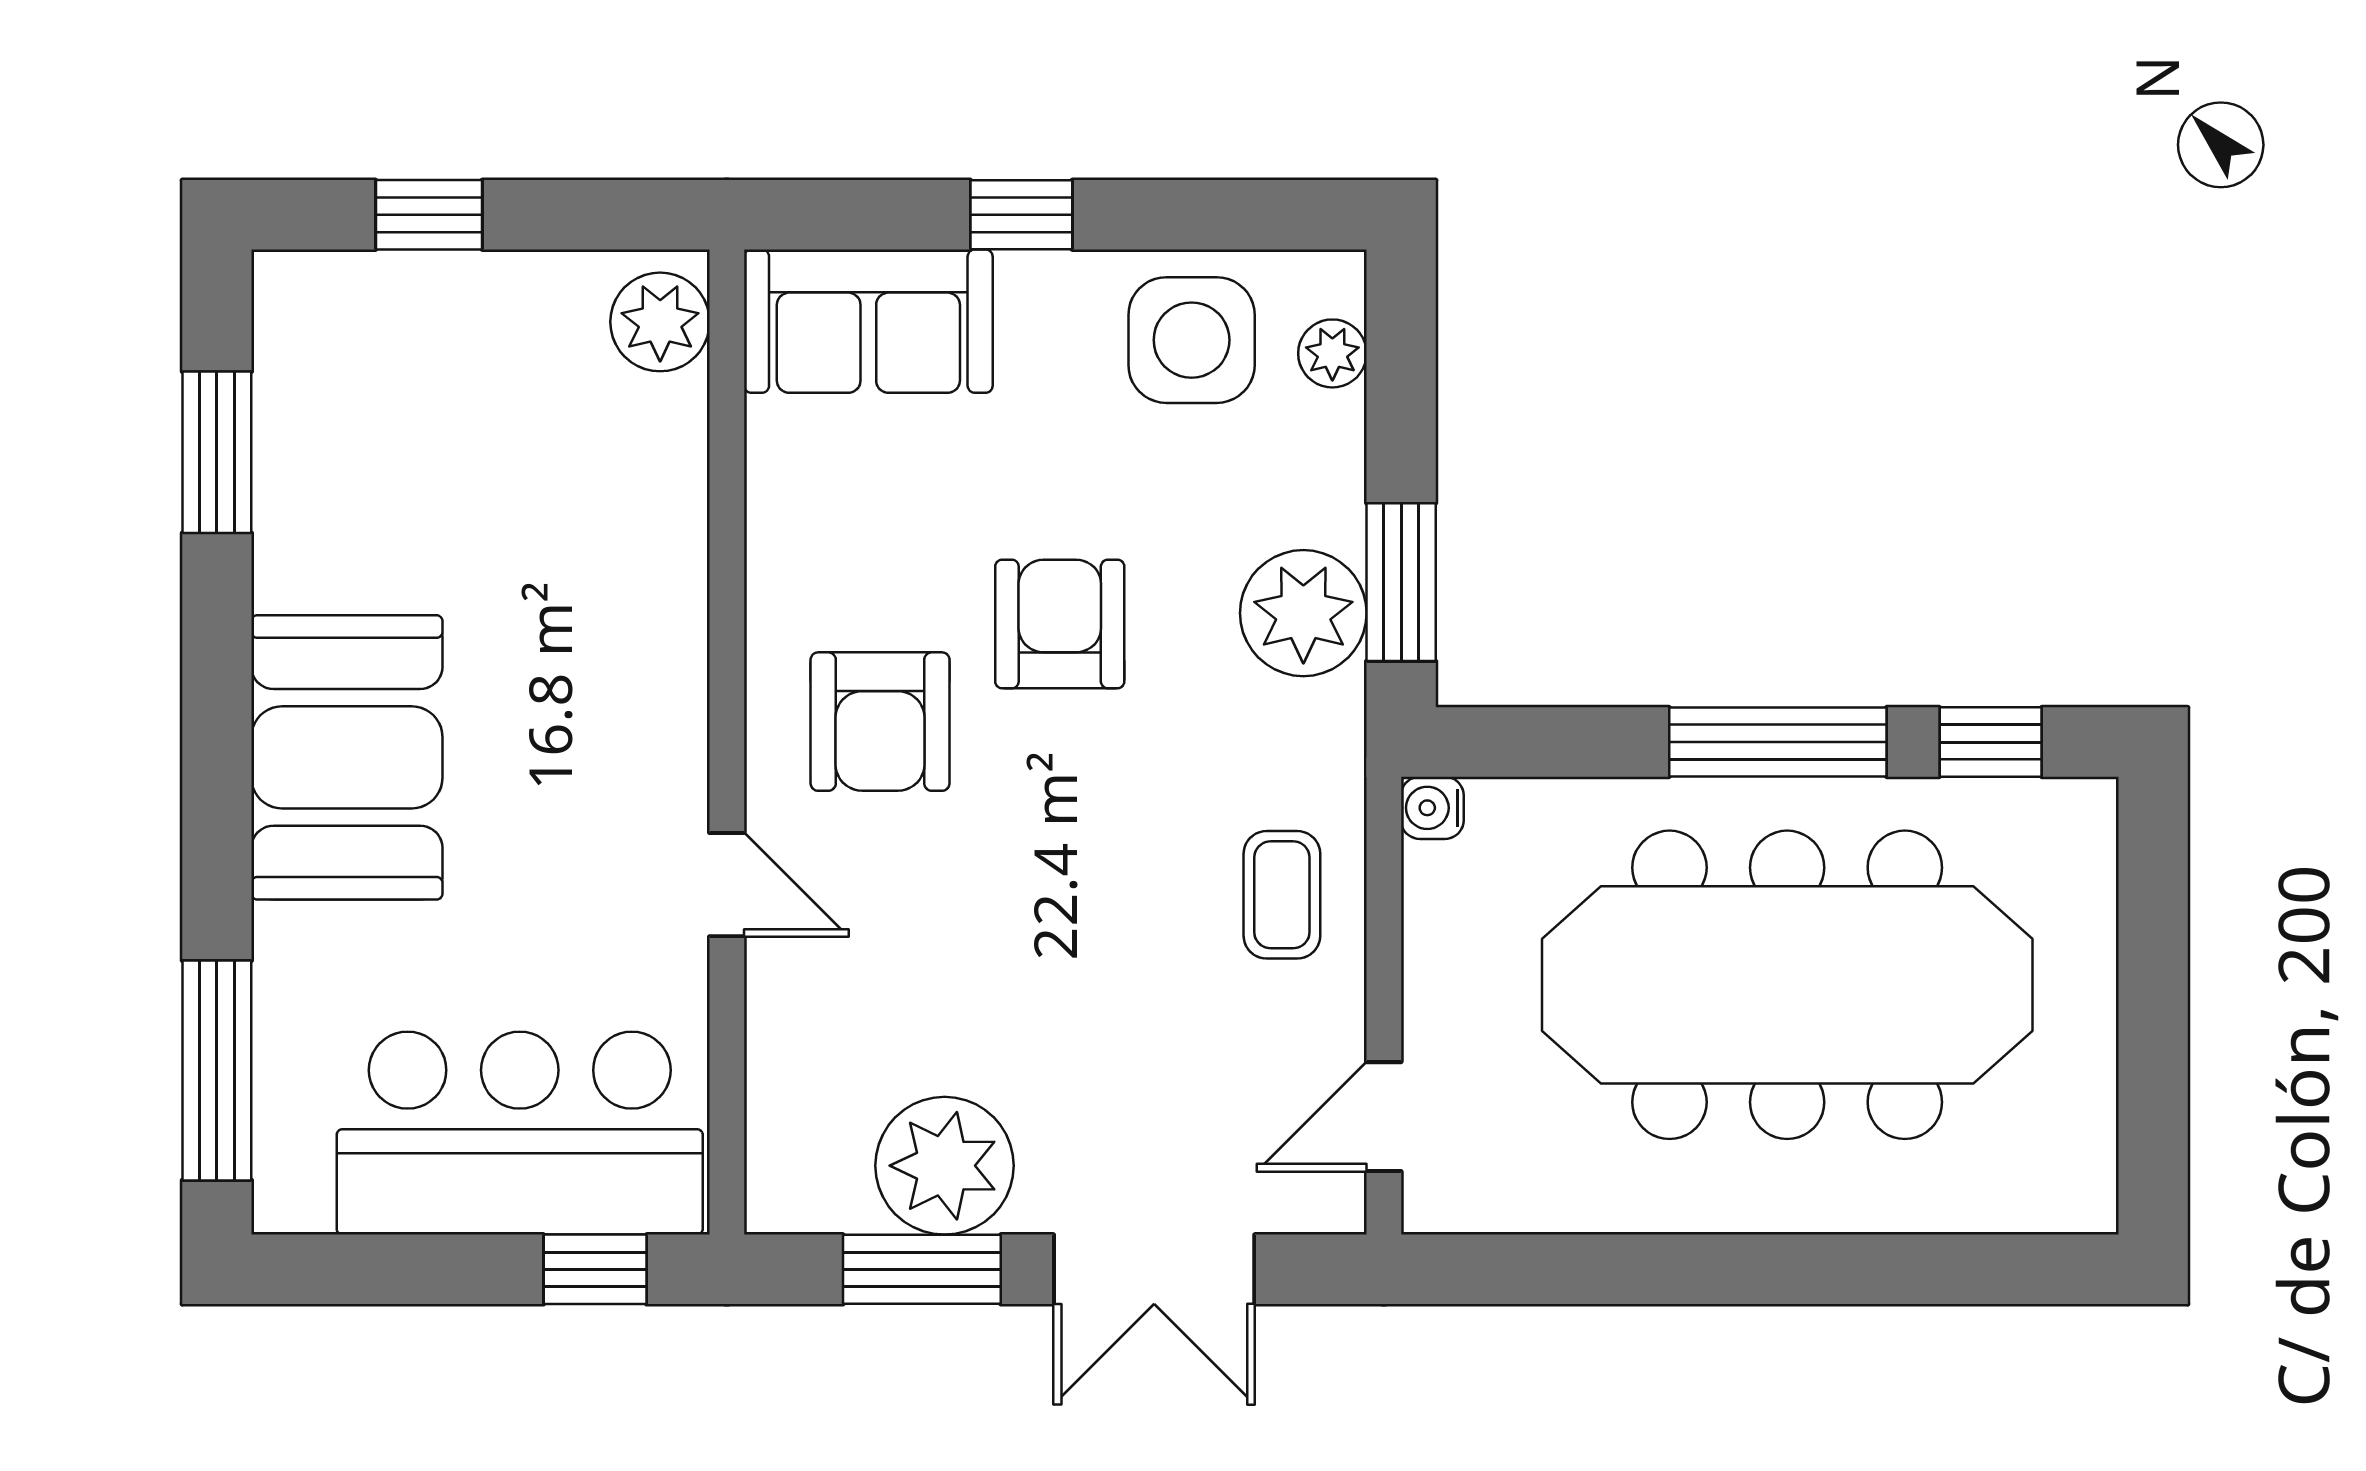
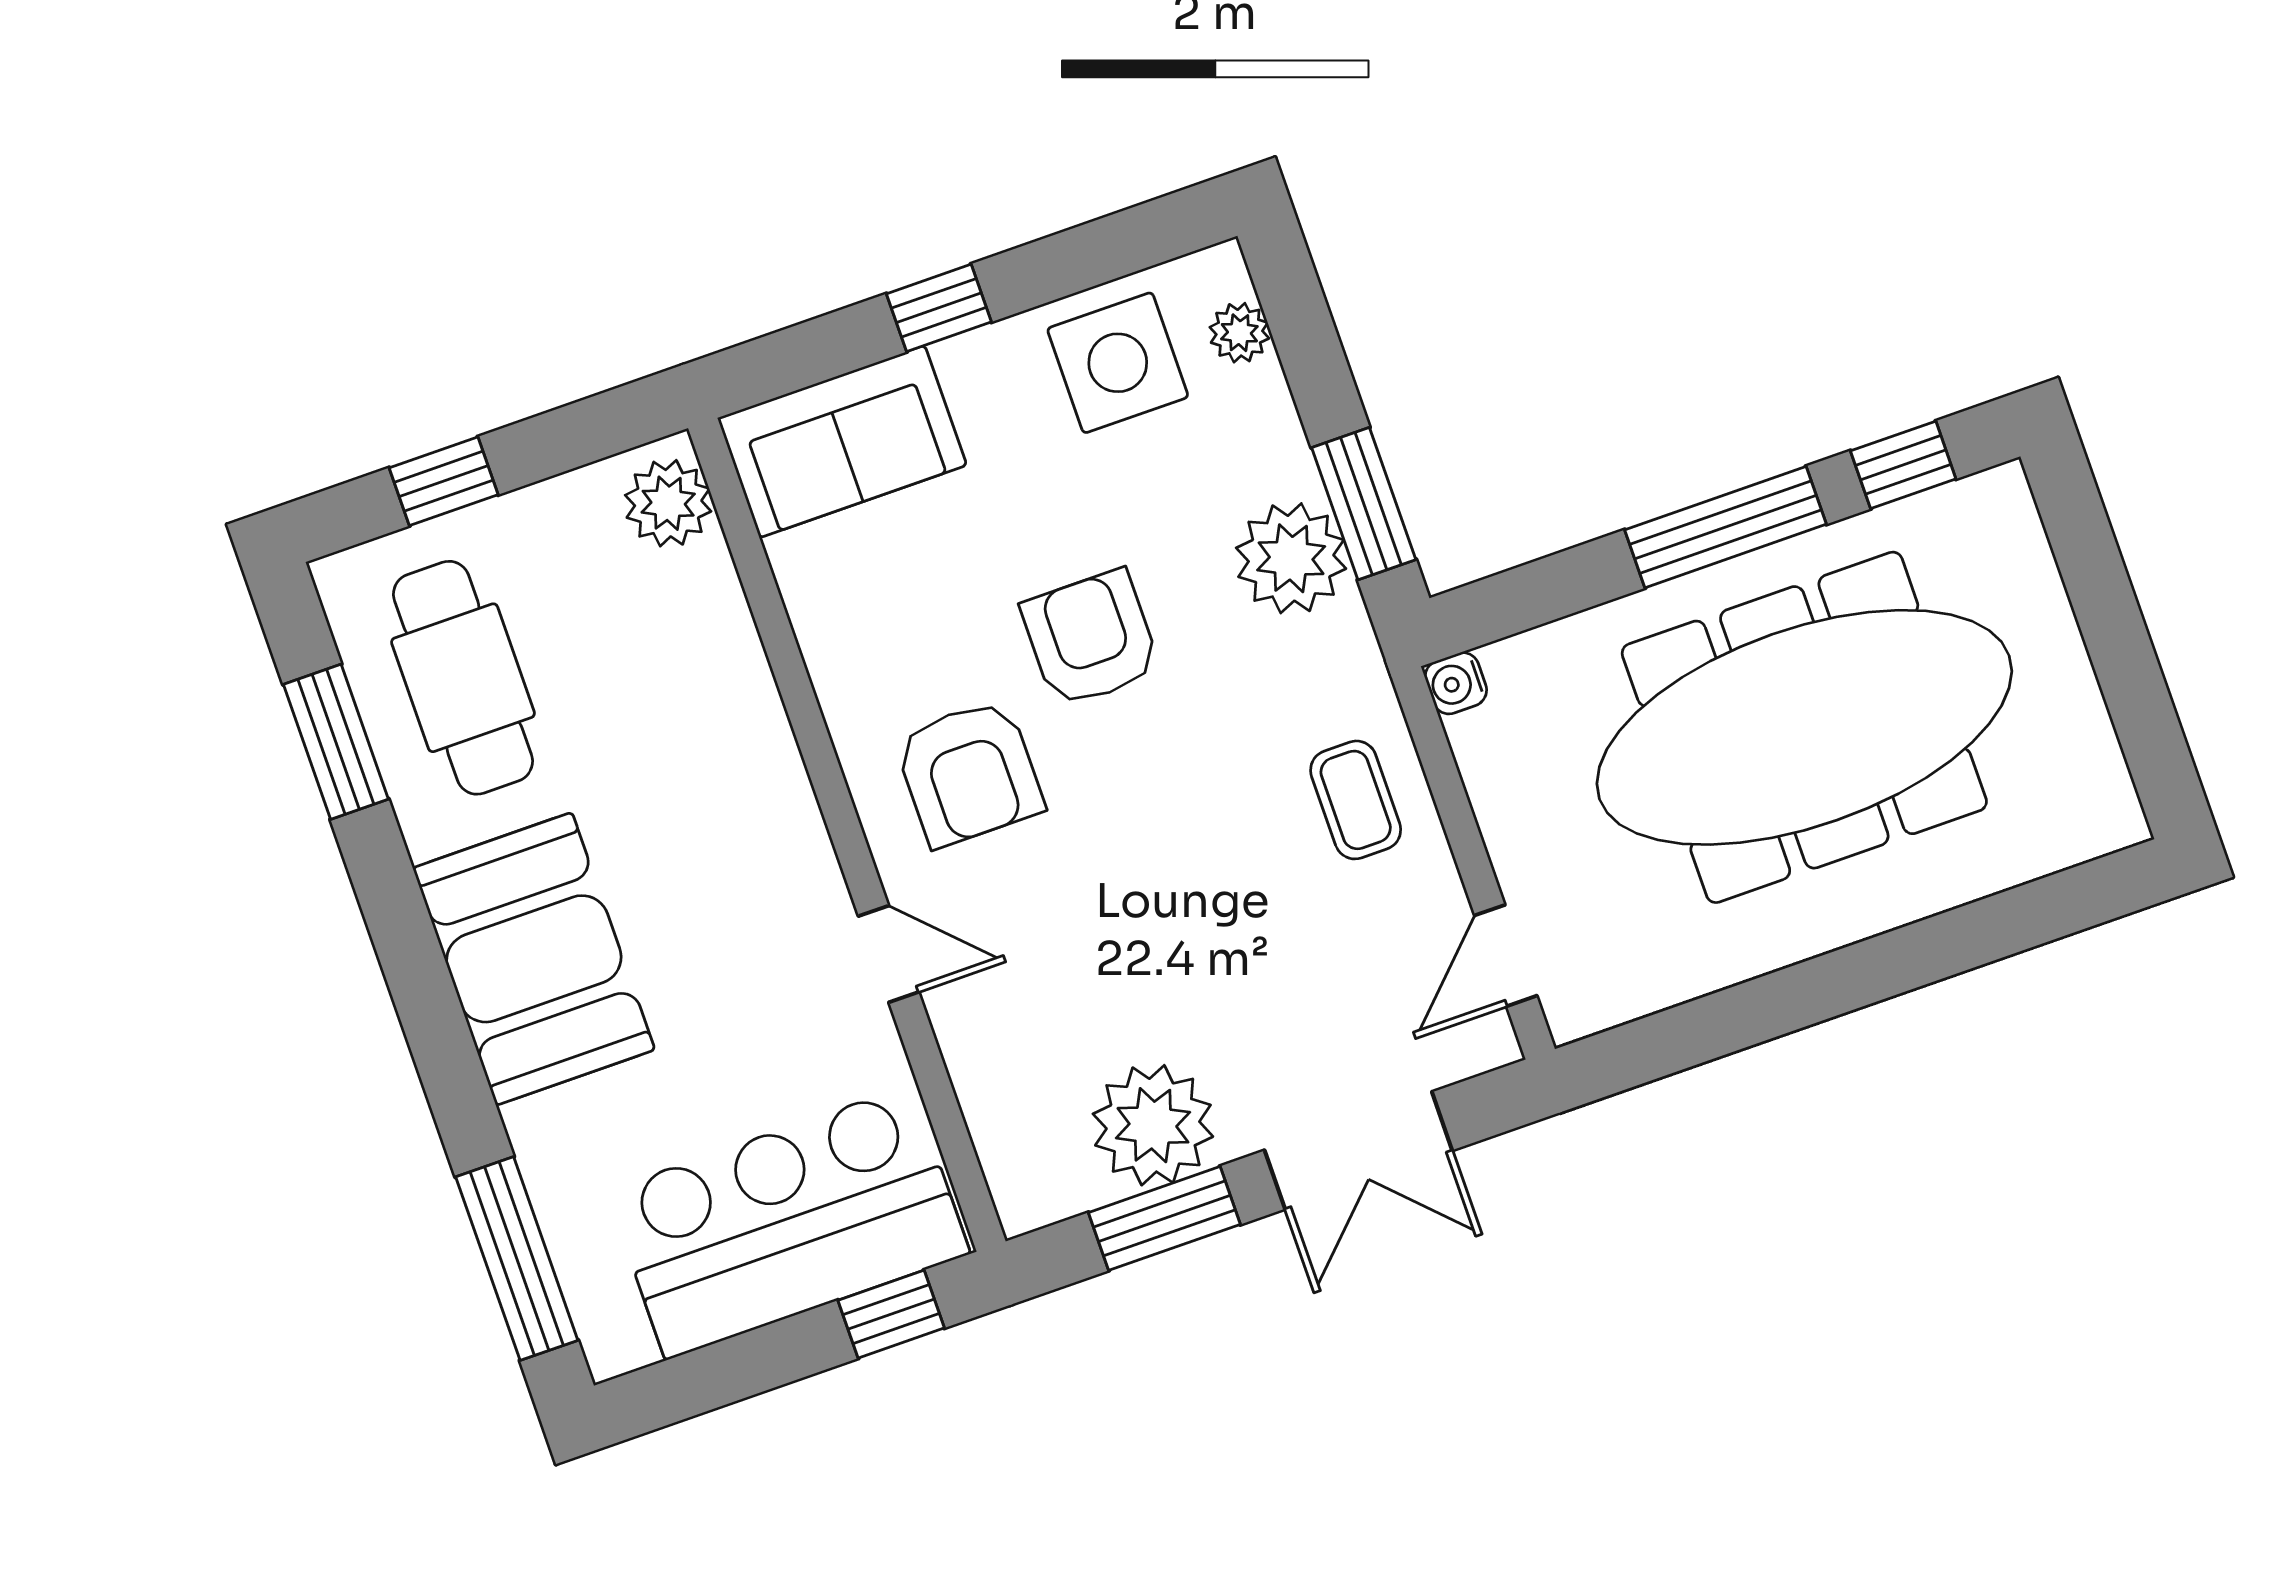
cafe table: (376, 431) -> (463, 678), added

